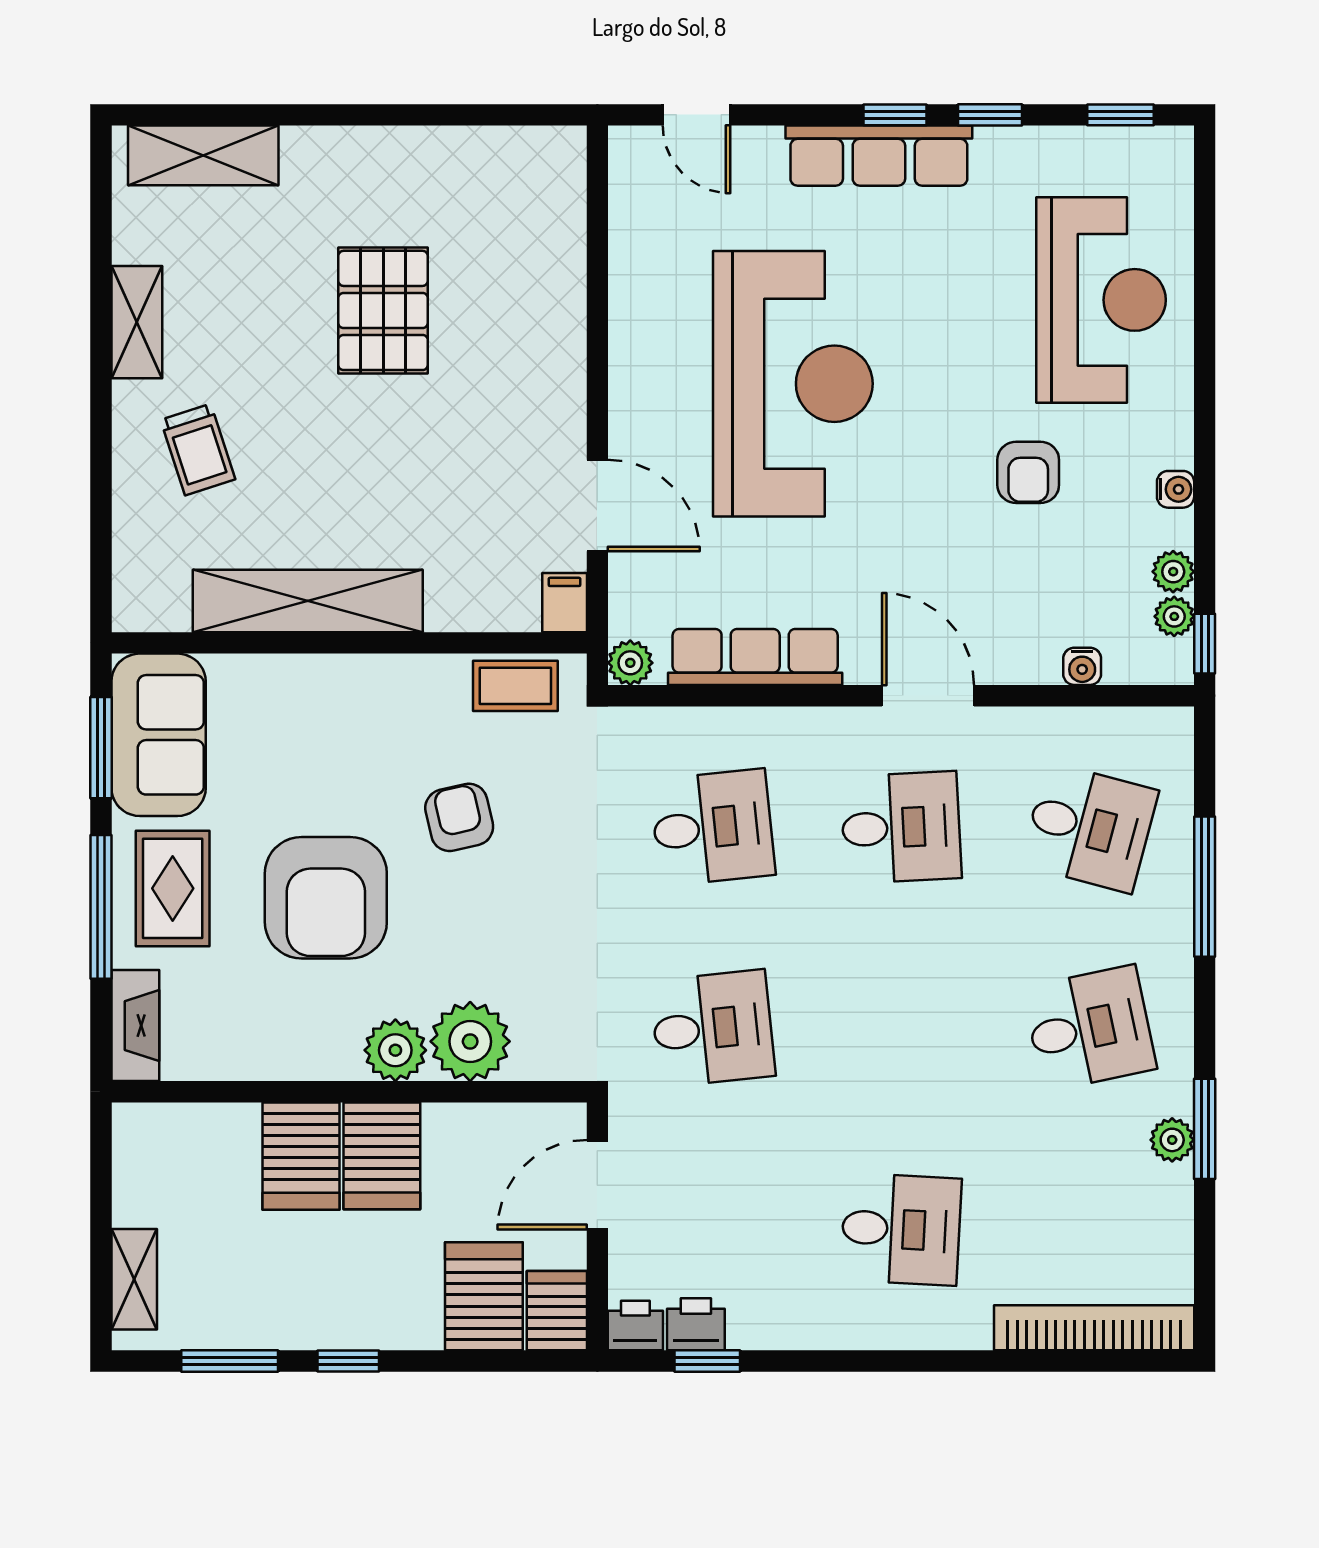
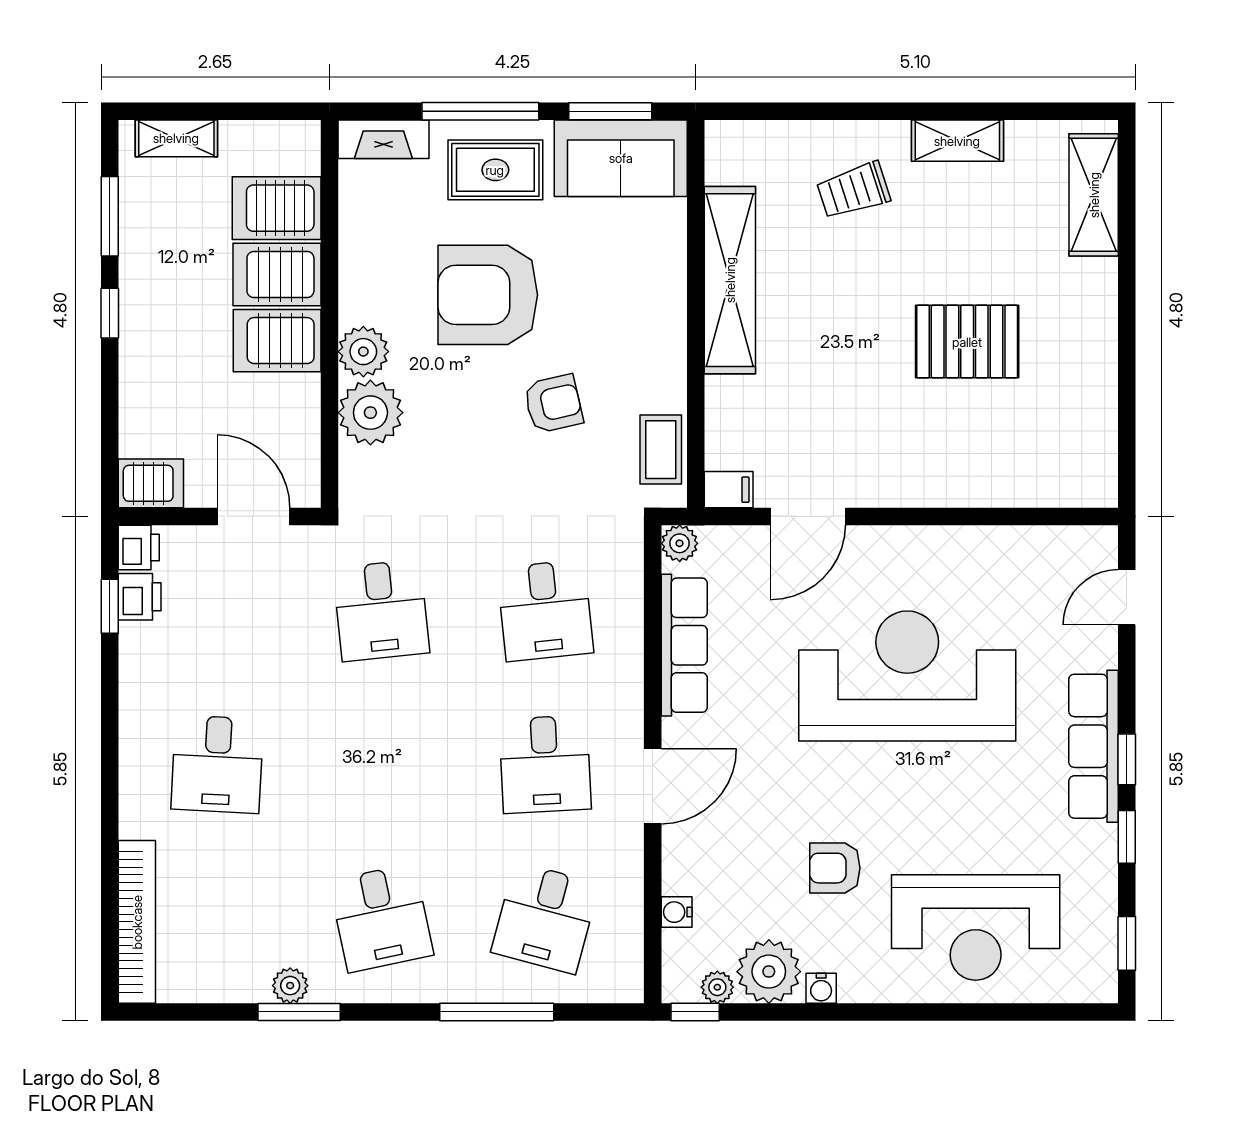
reception desk: (793, 384) -> (907, 676), turned 180
plant: (1173, 572) -> (769, 972), width x1.87, depth x1.87
server rack: (484, 1296) -> (277, 208), moved, turned 180

